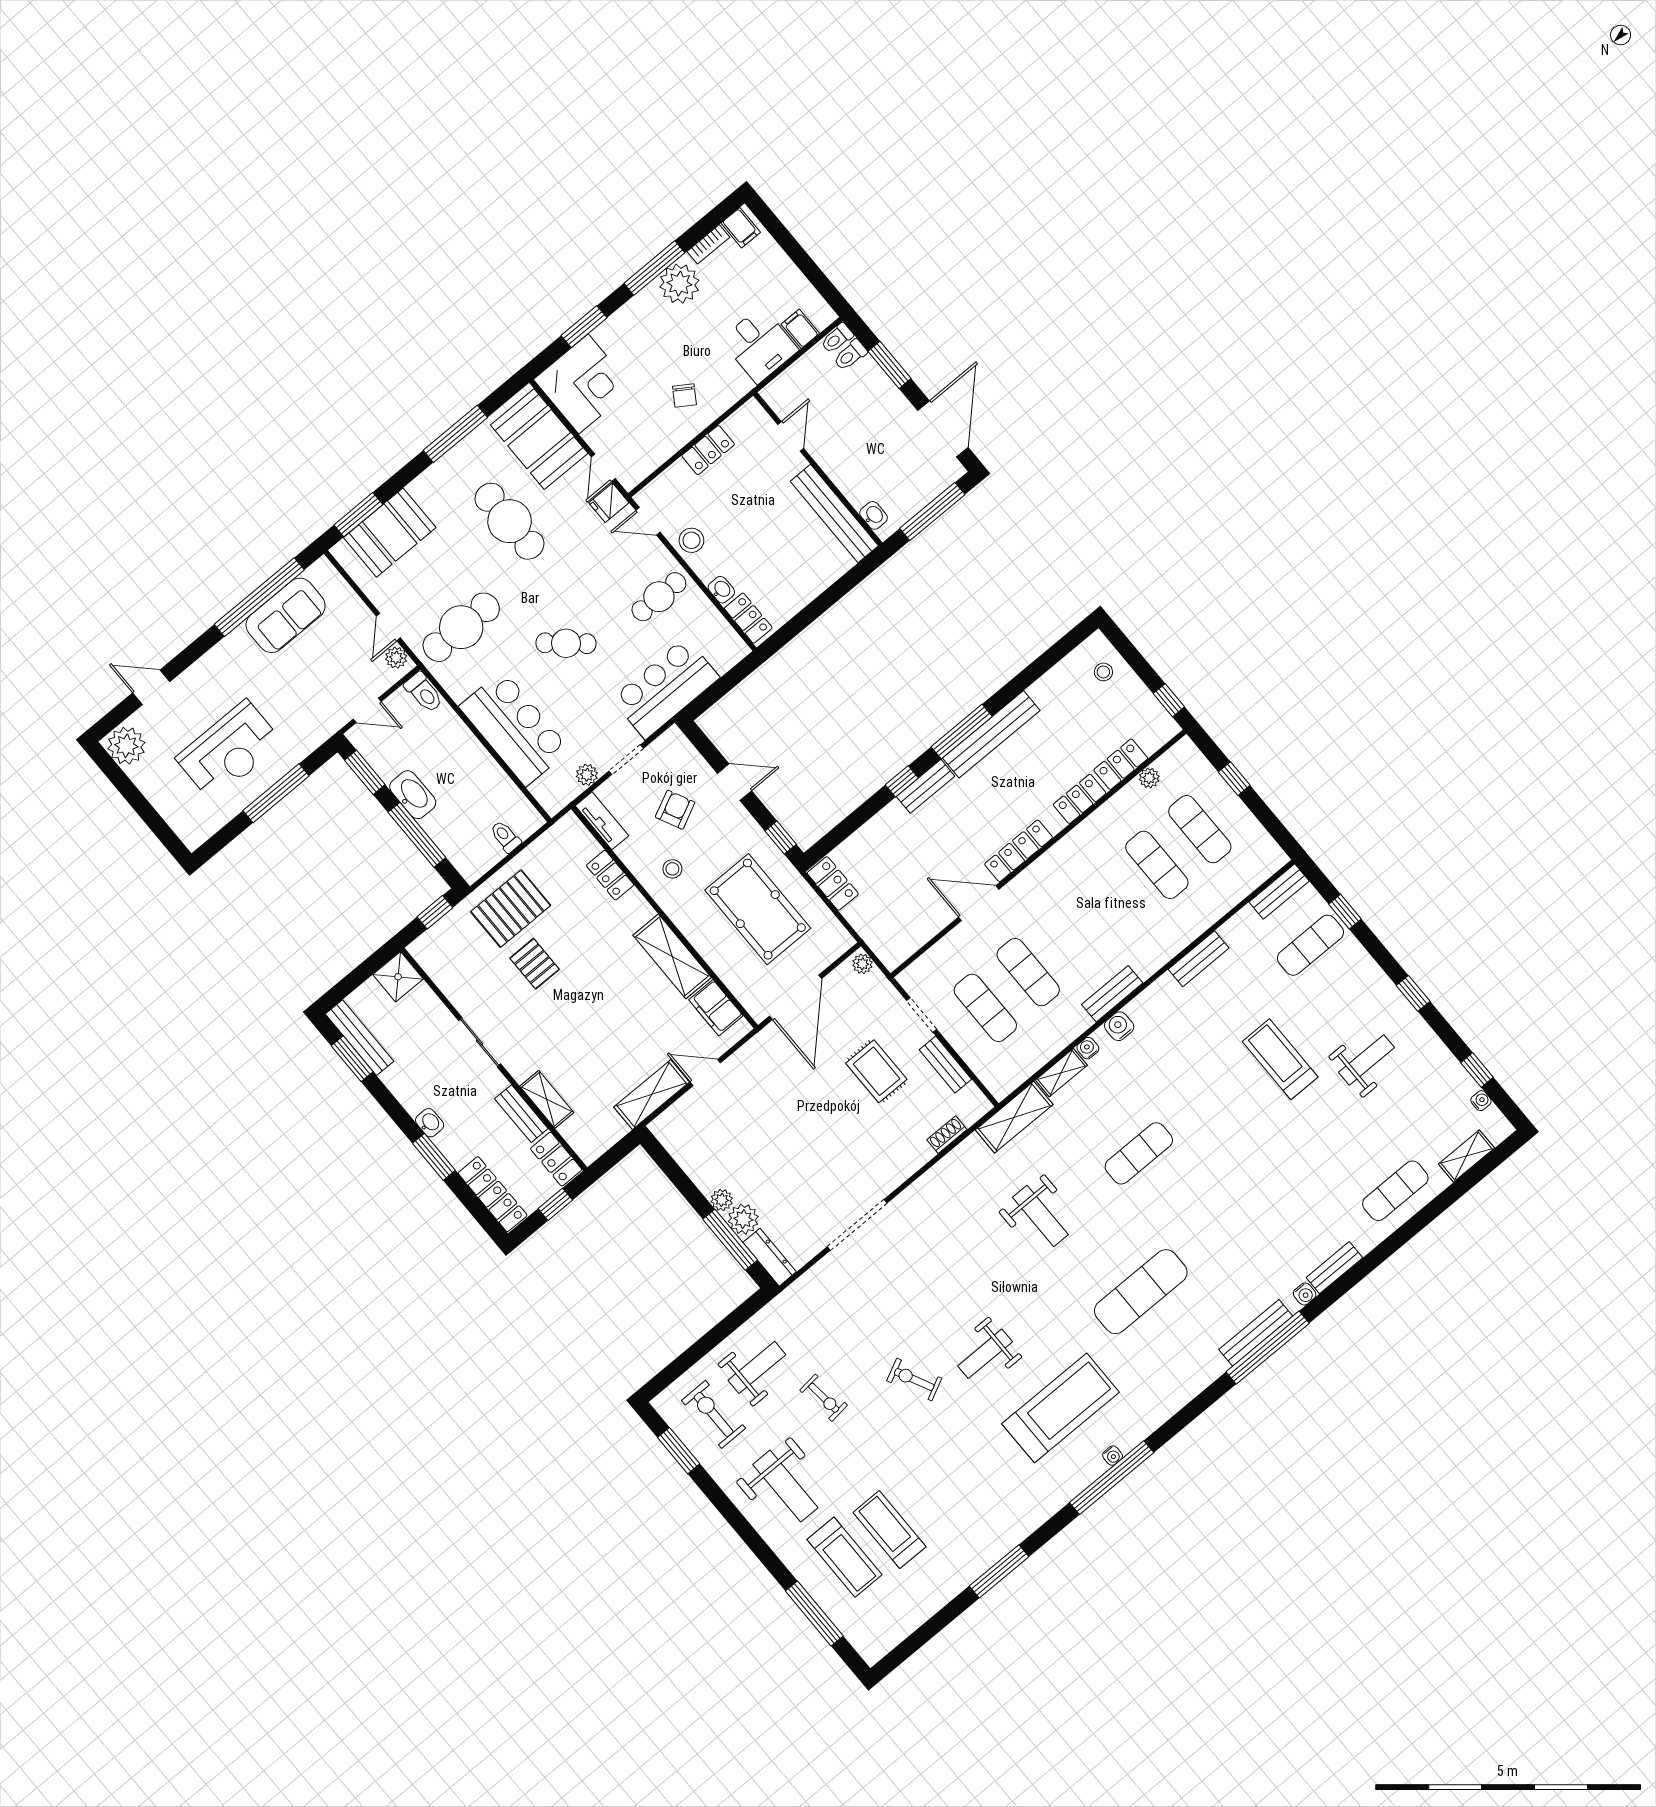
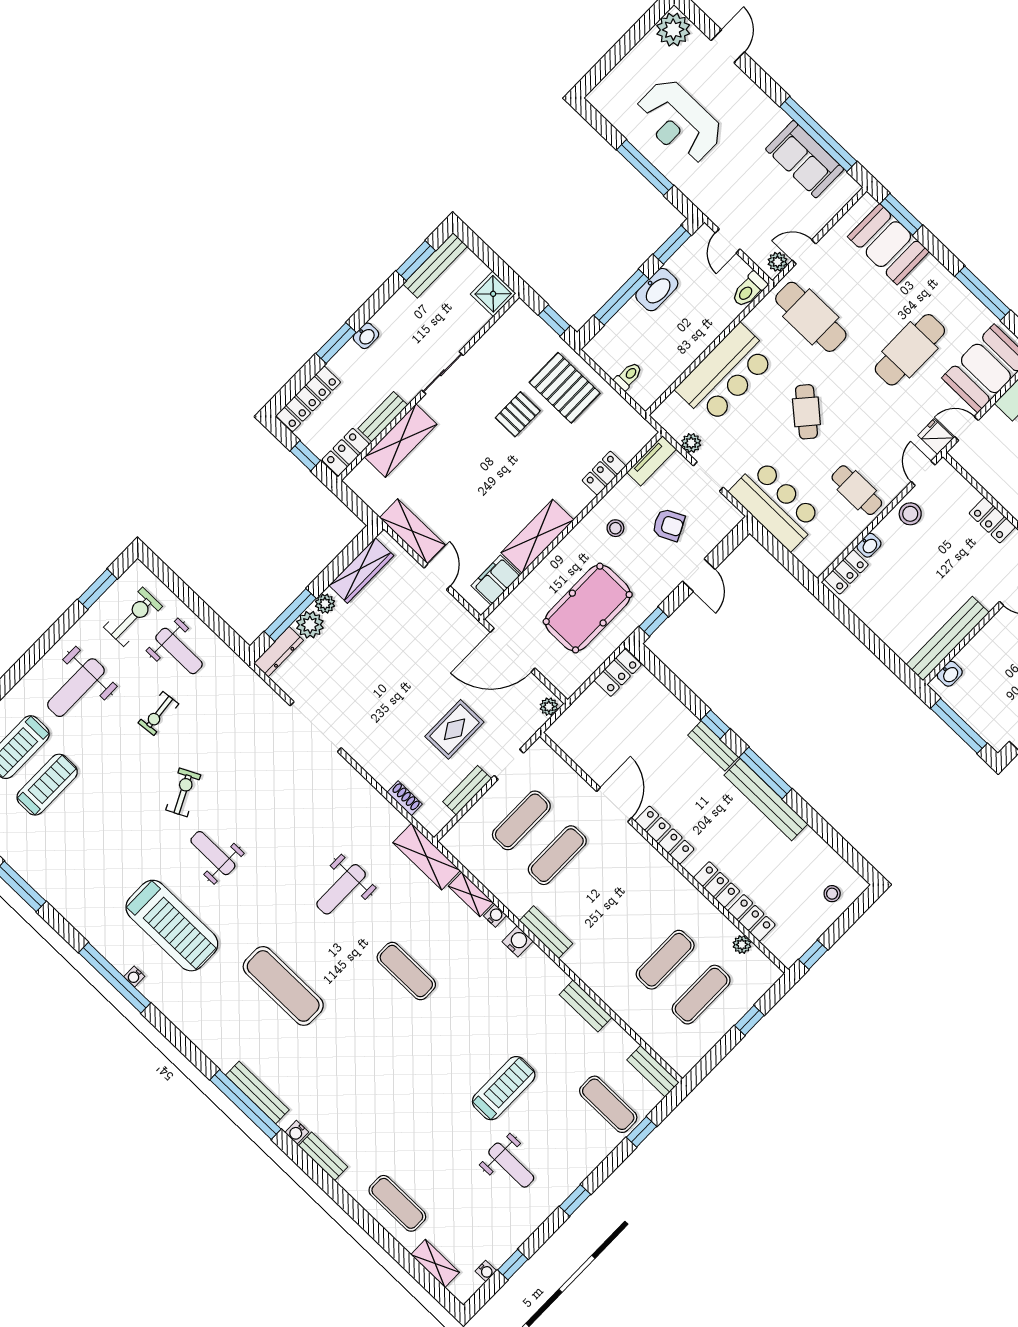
shelving: (547, 1099) -> (401, 441), width x1.50, depth x1.33
wardrobe: (689, 1156) -> (361, 570), added

